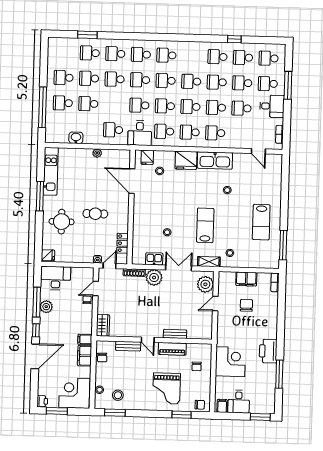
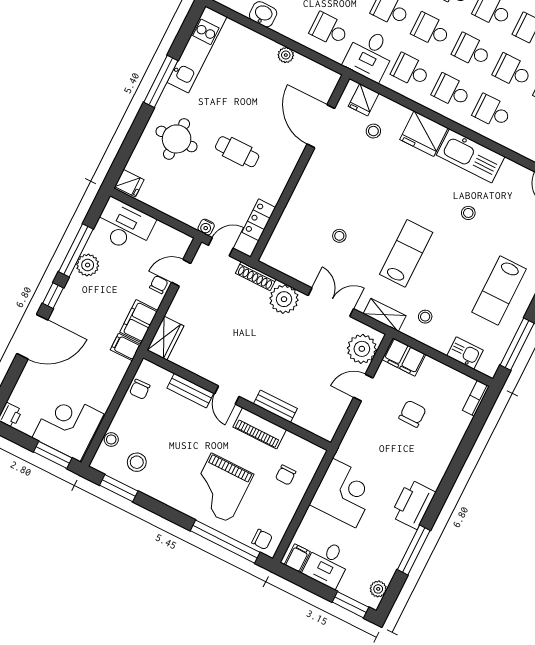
kitchen sink: (154, 259) -> (465, 353), moved
filing cabinet: (246, 279) -> (404, 357), moved
filing cabinet: (85, 356) -> (139, 321), moved
plant: (271, 402) -> (378, 589), added
window: (57, 411) -> (53, 455), moved
window: (182, 415) -> (225, 542), width x2.11

